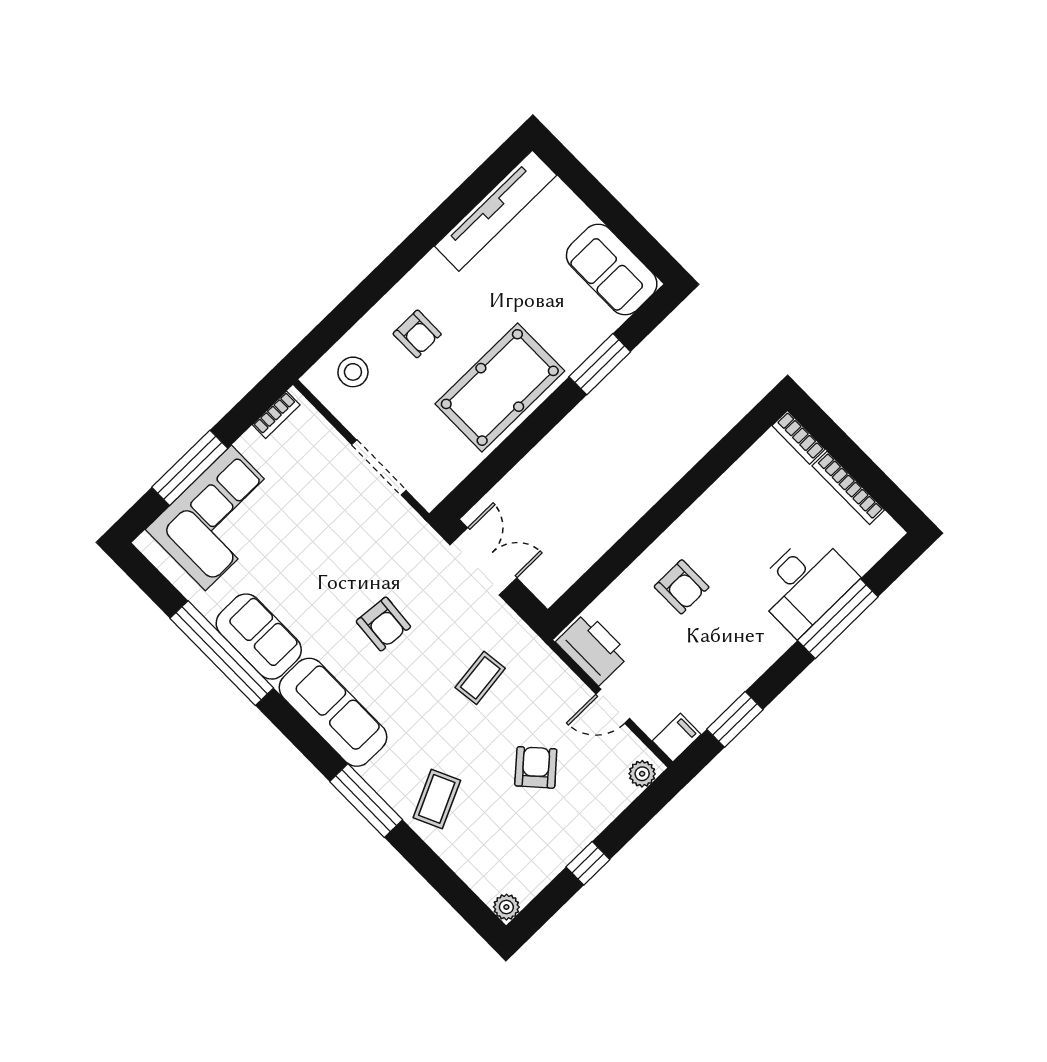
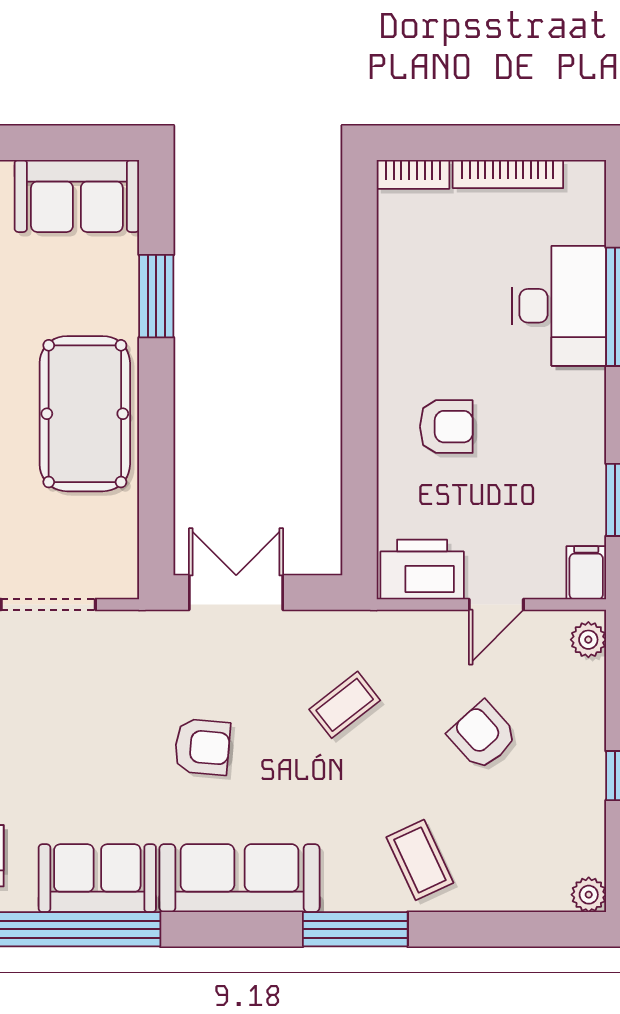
coffee table: (480, 678) -> (345, 705), turned 59

